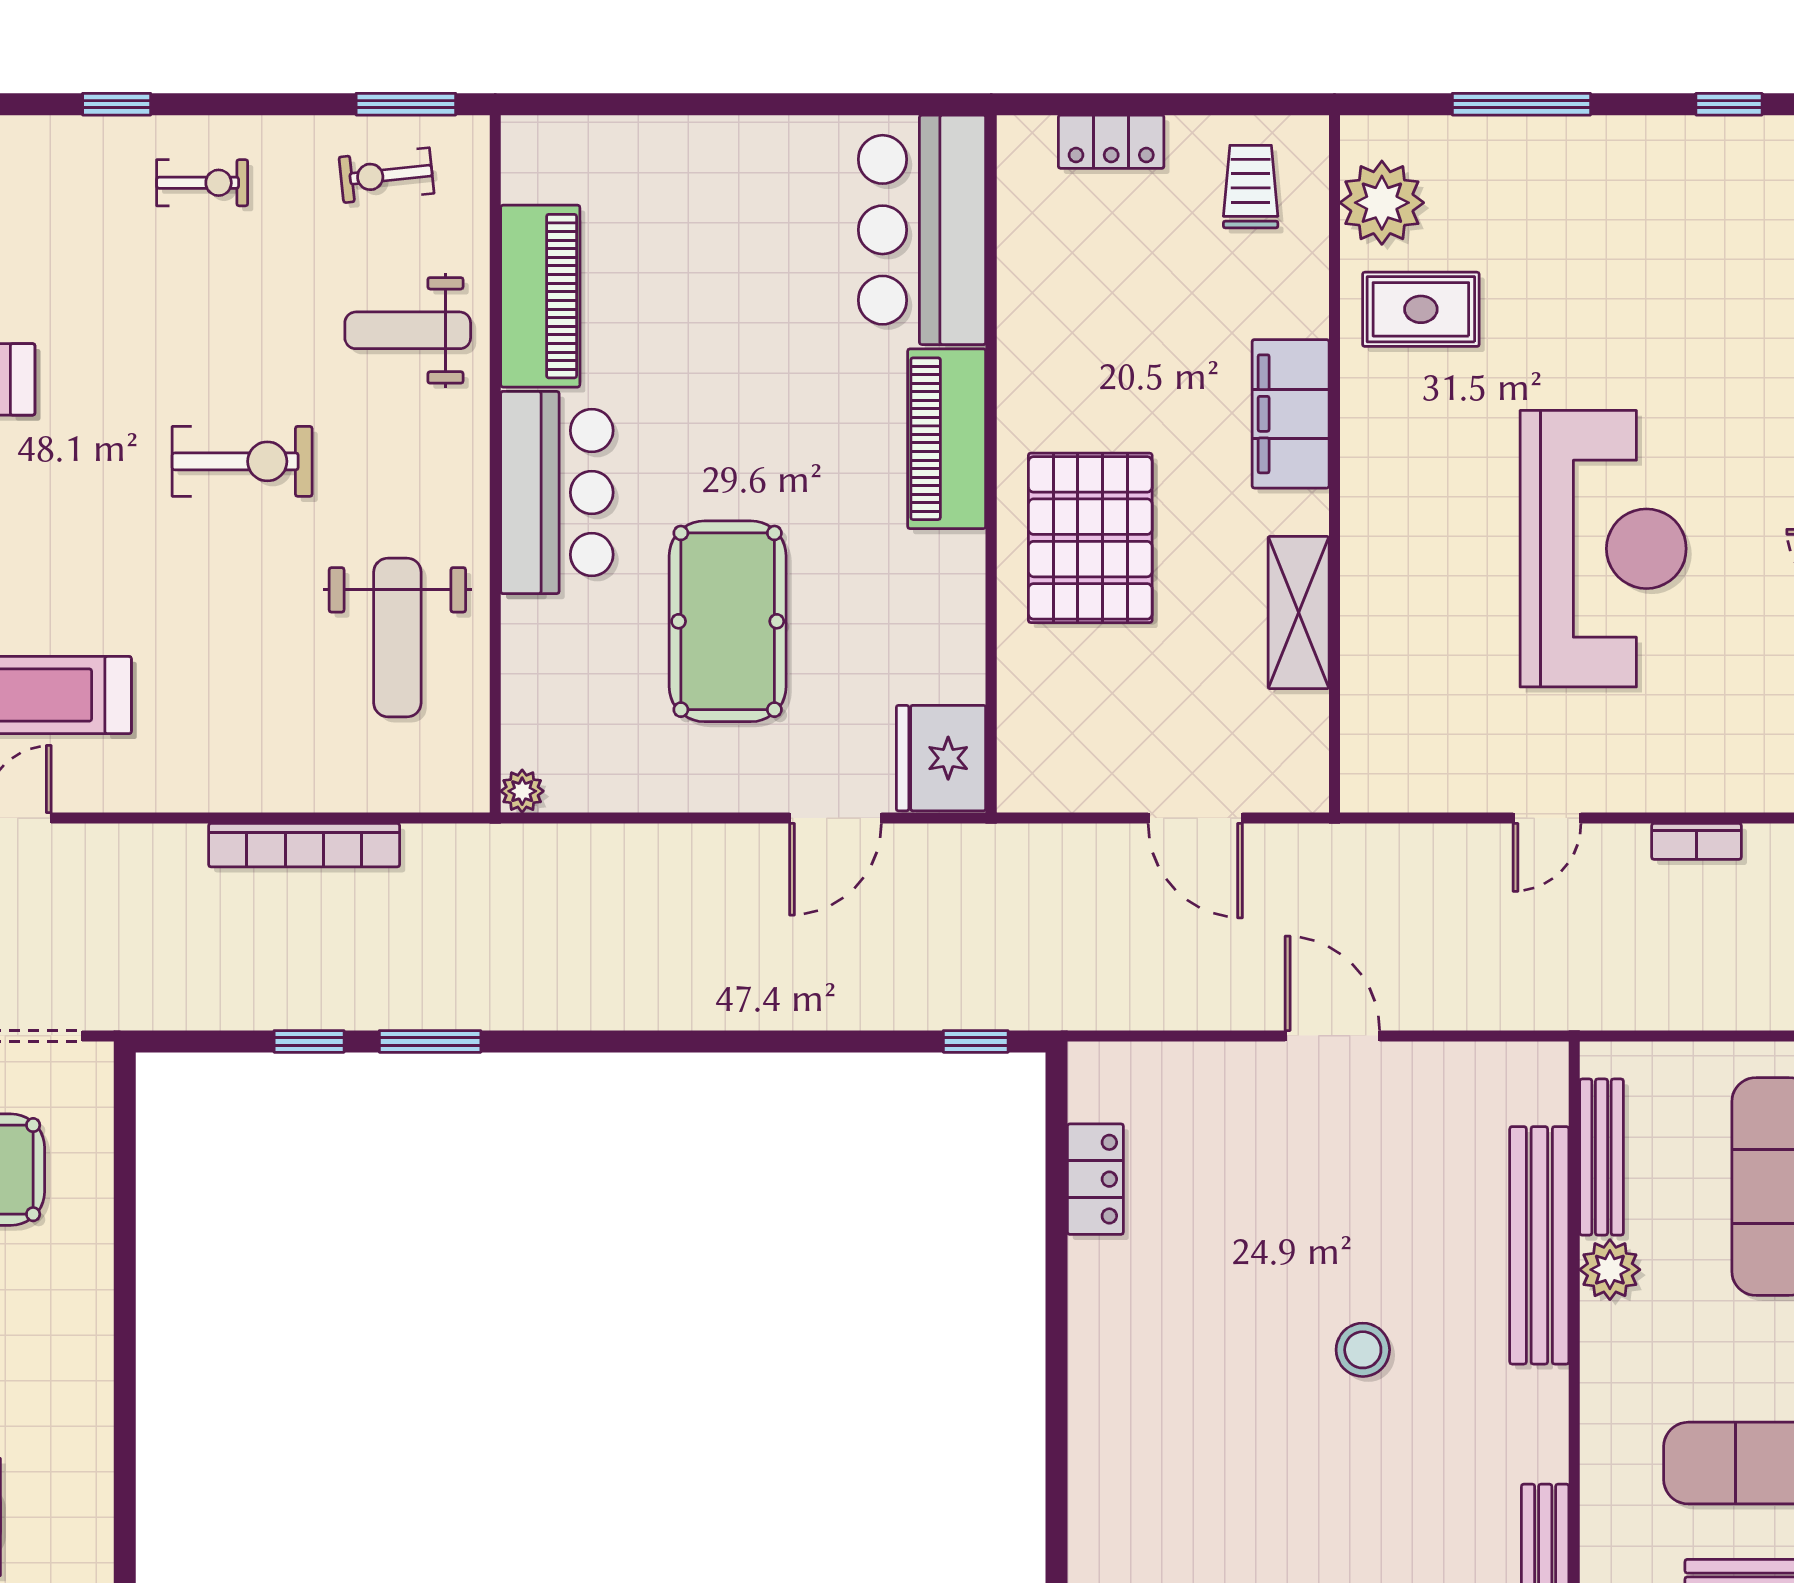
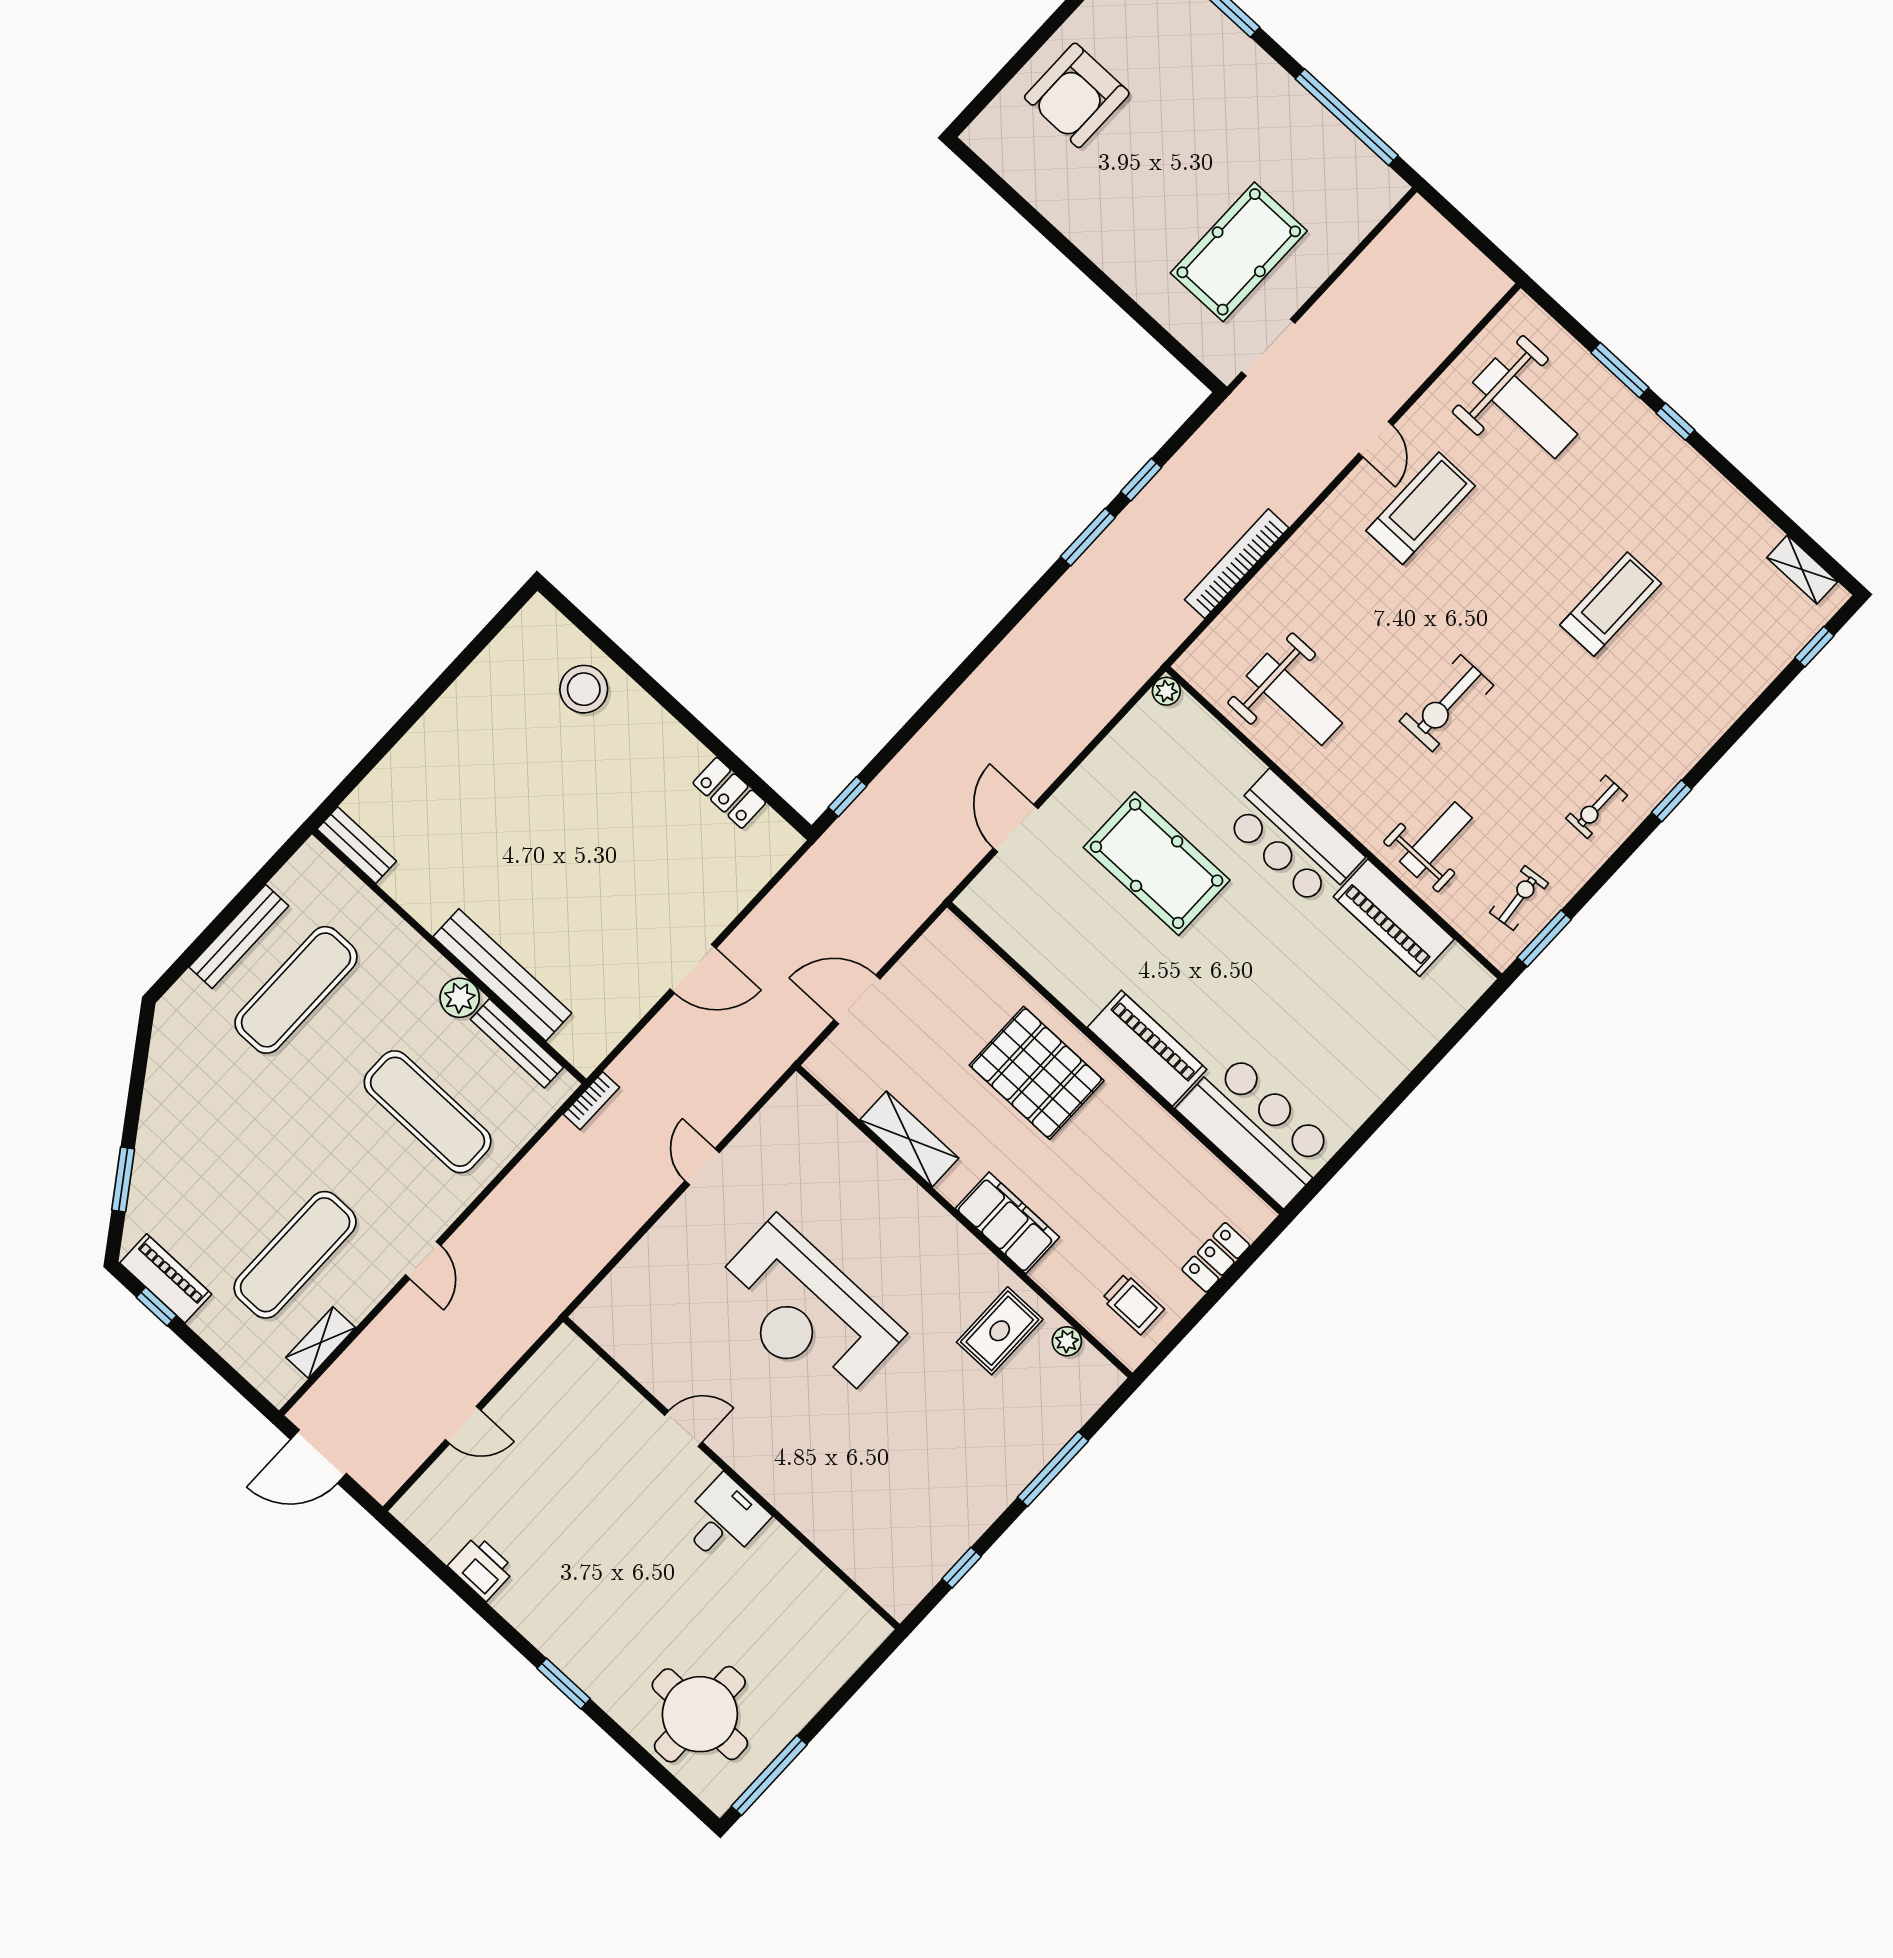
plant: (1382, 203) -> (1067, 1341), width x0.53, depth x0.53
weight bench: (397, 637) -> (1294, 699), turned 180
fridge: (941, 758) -> (998, 905), removed
bookcase: (1696, 841) -> (591, 1101), moved, turned 180
stool: (1363, 1350) -> (584, 689), moved, width x1.38, depth x1.38

